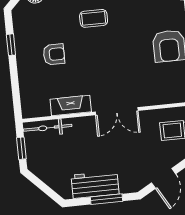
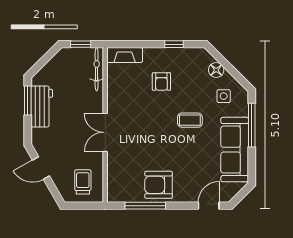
coffee table: (94, 18) -> (190, 120), turned 90
fireplace: (71, 105) -> (125, 55), moved, turned 90
window: (106, 199) -> (28, 100), moved

